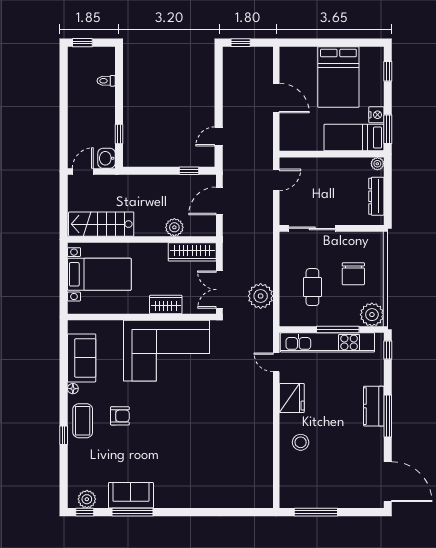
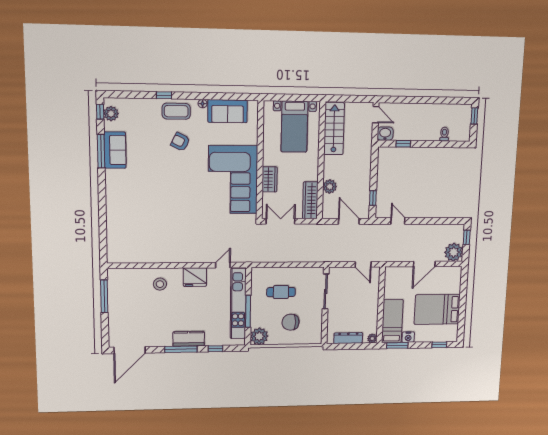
plant: (261, 296) -> (454, 252), moved
window: (388, 350) -> (216, 349), moved
armchair: (120, 416) -> (180, 142), turned 116

